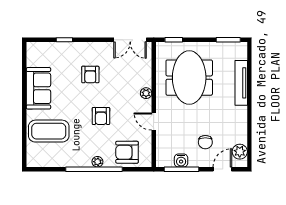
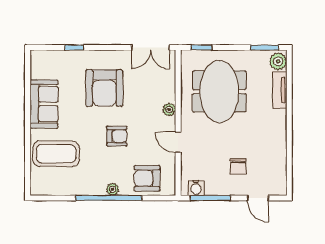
armchair: (90, 74) -> (104, 88), width x1.88, depth x1.88
tv unit: (241, 83) -> (280, 90), width x0.71
armchair: (101, 116) -> (117, 136), turned -90
plant: (240, 152) -> (278, 61), moved
water cooler: (181, 160) -> (196, 188), moved
door: (222, 169) -> (258, 198), swing flipped

